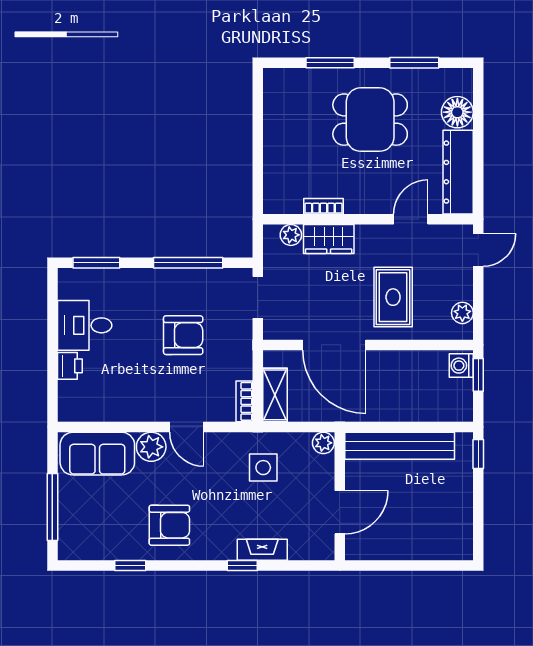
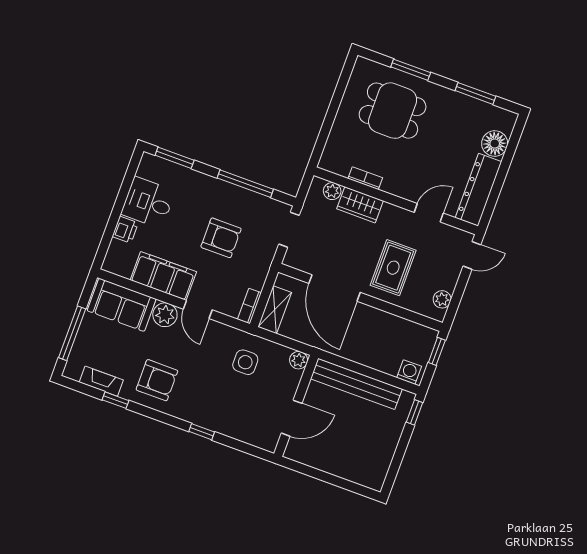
dining table: (370, 120) -> (393, 111), moved
washing machine: (461, 366) -> (409, 372), moved, turned 90
filing cabinet: (133, 403) -> (163, 276), added
fireplace: (262, 550) -> (101, 381), moved

